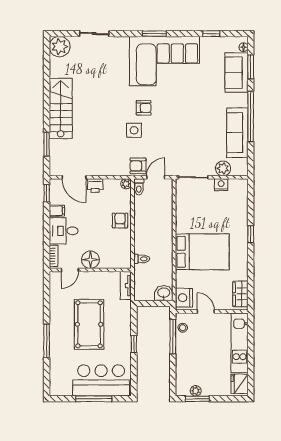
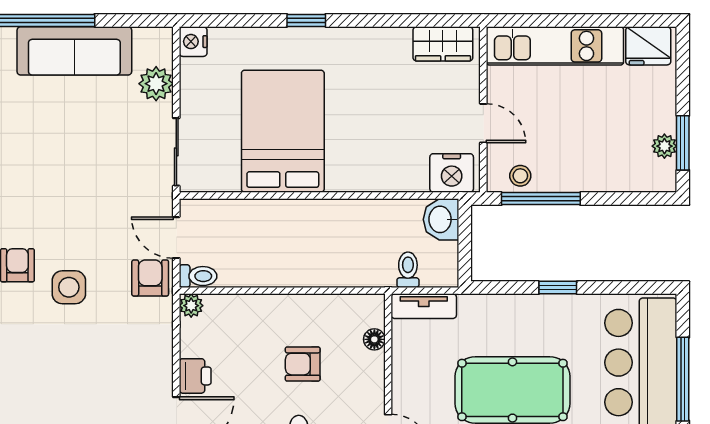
armchair: (138, 166) -> (150, 278), turned 180
nightstand: (221, 185) -> (193, 42), moved
armchair: (120, 221) -> (303, 364), moved
bed: (202, 252) -> (283, 131), moved
toilet: (142, 259) -> (408, 270), moved
floor lamp: (90, 260) -> (374, 339), moved, width x0.53, depth x0.53
door: (206, 312) -> (483, 123), swing flipped

